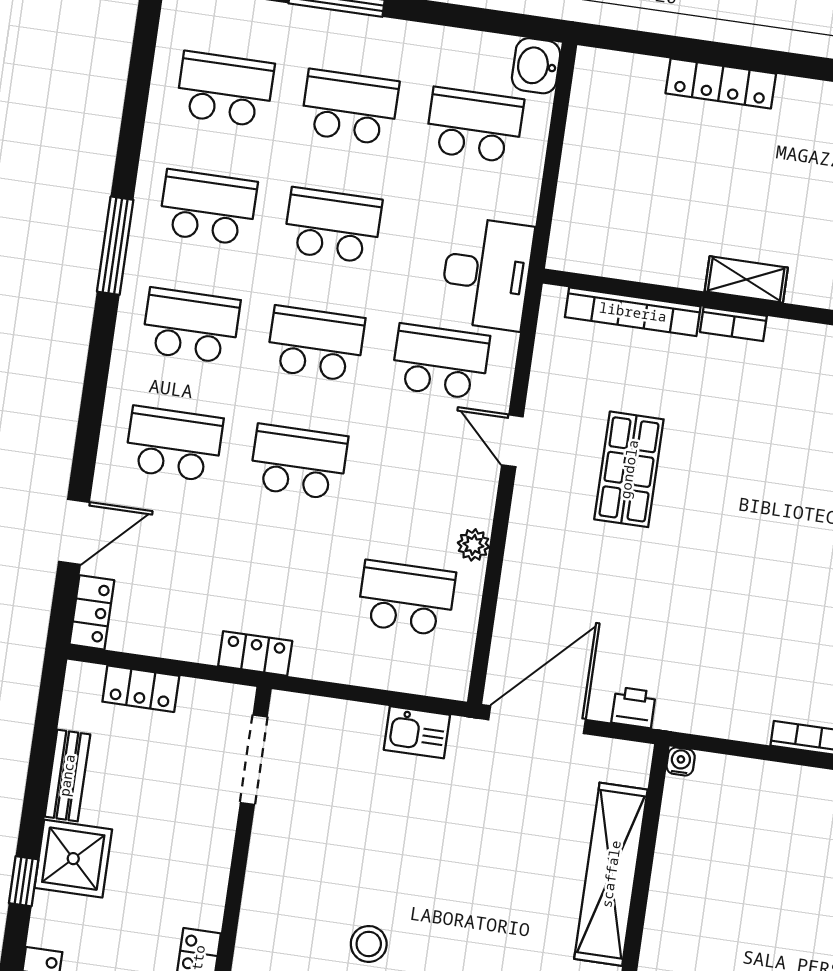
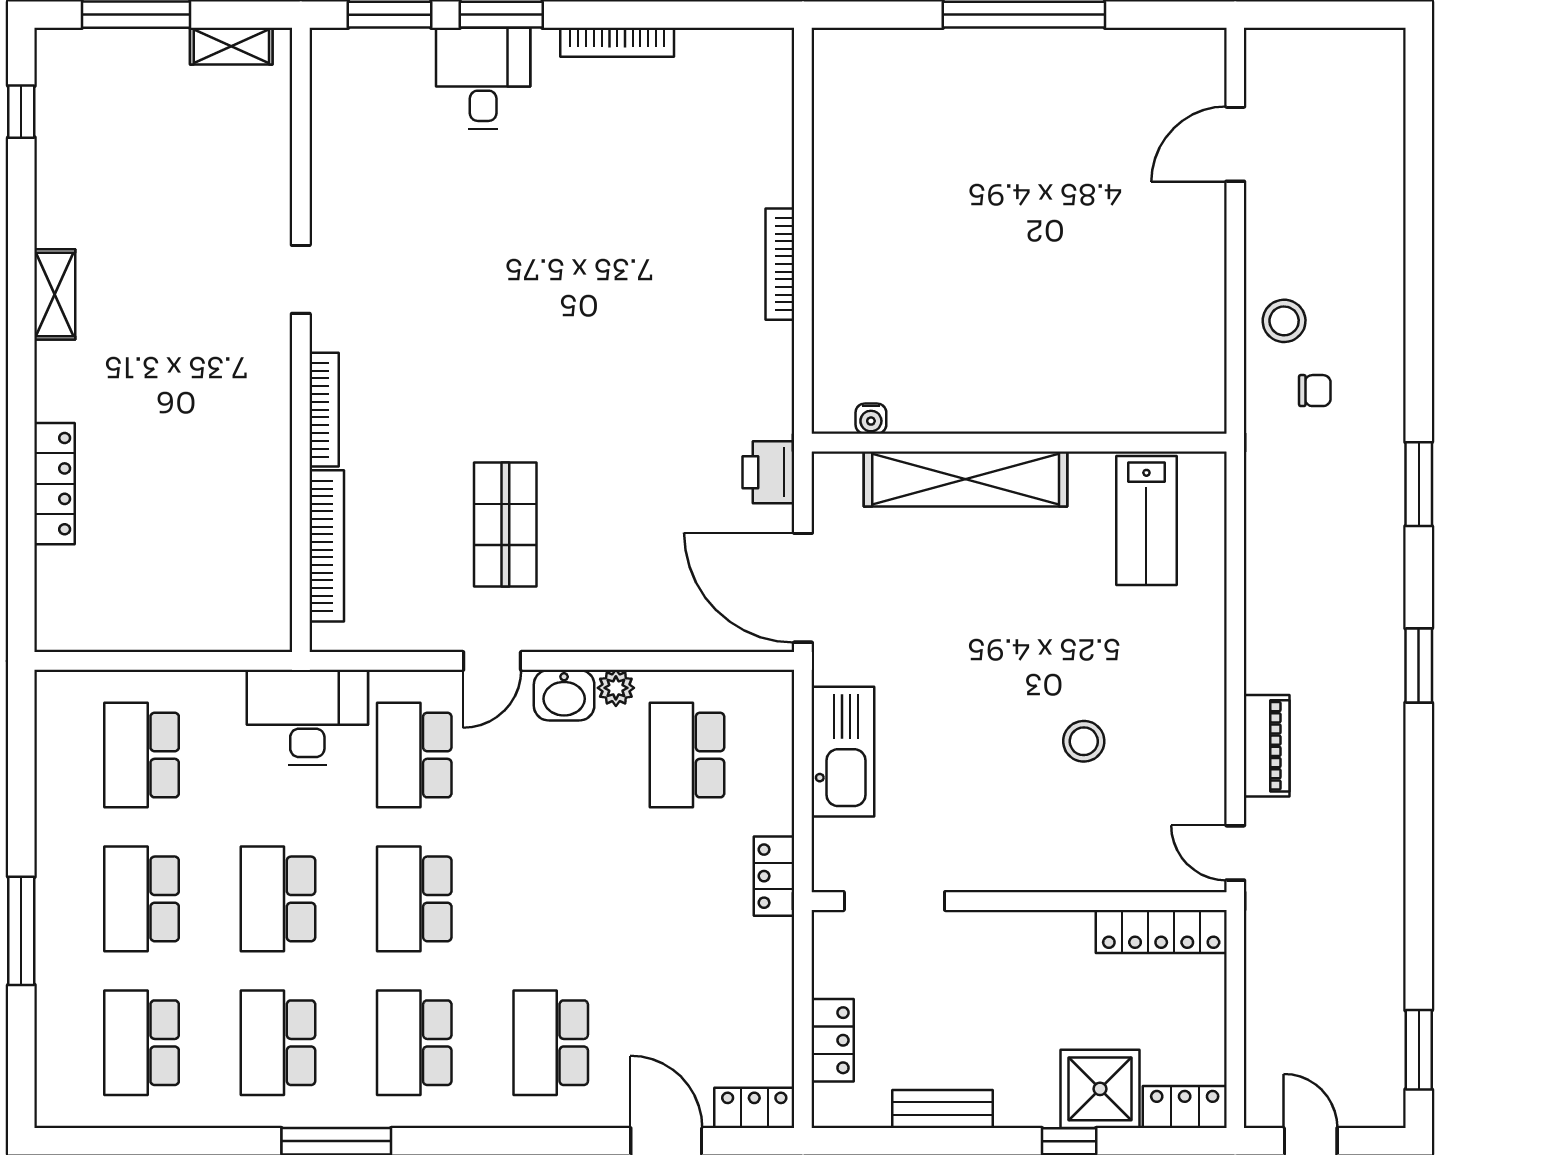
washbasin: (536, 66) -> (564, 695), moved
shelving: (746, 279) -> (272, 423), removed
bookcase: (733, 324) -> (324, 410), width x1.56
school desk: (299, 462) -> (551, 899), removed
shop shelf: (629, 469) -> (505, 525), turned 90
locker: (255, 653) -> (774, 876), moved
printer: (634, 707) -> (768, 472), width x1.36, depth x1.24
kitchen sink: (417, 732) -> (843, 752), width x1.87, depth x1.24
water cooler: (681, 762) -> (871, 419), moved, turned -90
shower: (73, 859) -> (1100, 1089), moved

